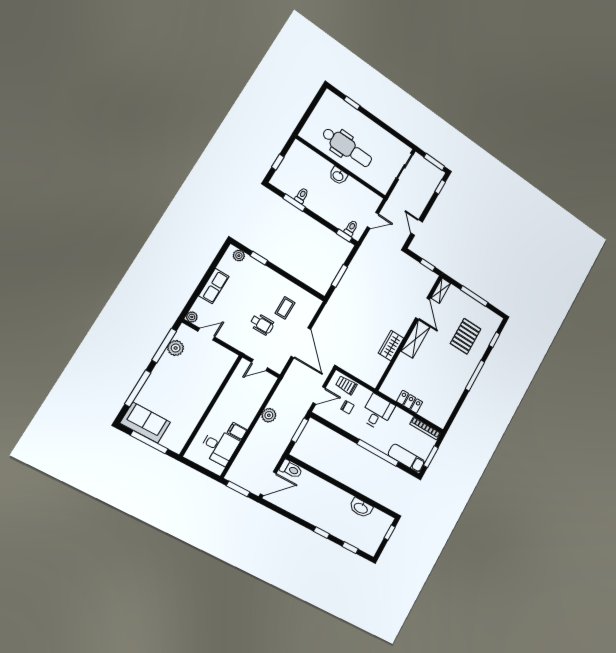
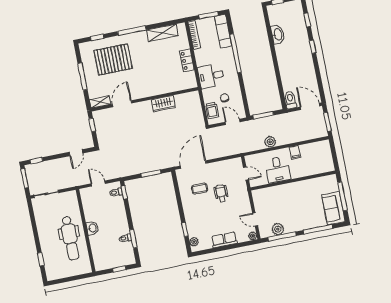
dental chair: (347, 147) -> (70, 238), turned 180
pallet: (466, 336) -> (113, 59), width x1.37, depth x1.41
shelving: (415, 339) -> (162, 33), moved
door: (301, 343) -> (193, 165), moved
desk: (219, 447) -> (278, 170), moved, turned 180

